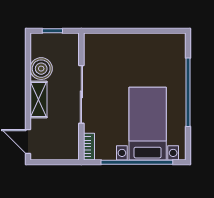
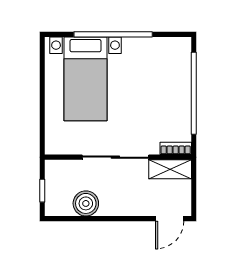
shelving: (38, 99) -> (170, 169), moved
bed with nightstands: (148, 124) -> (85, 79), moved, turned -90

